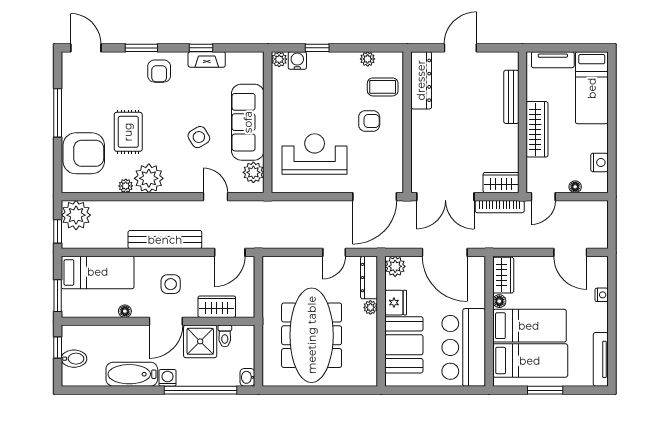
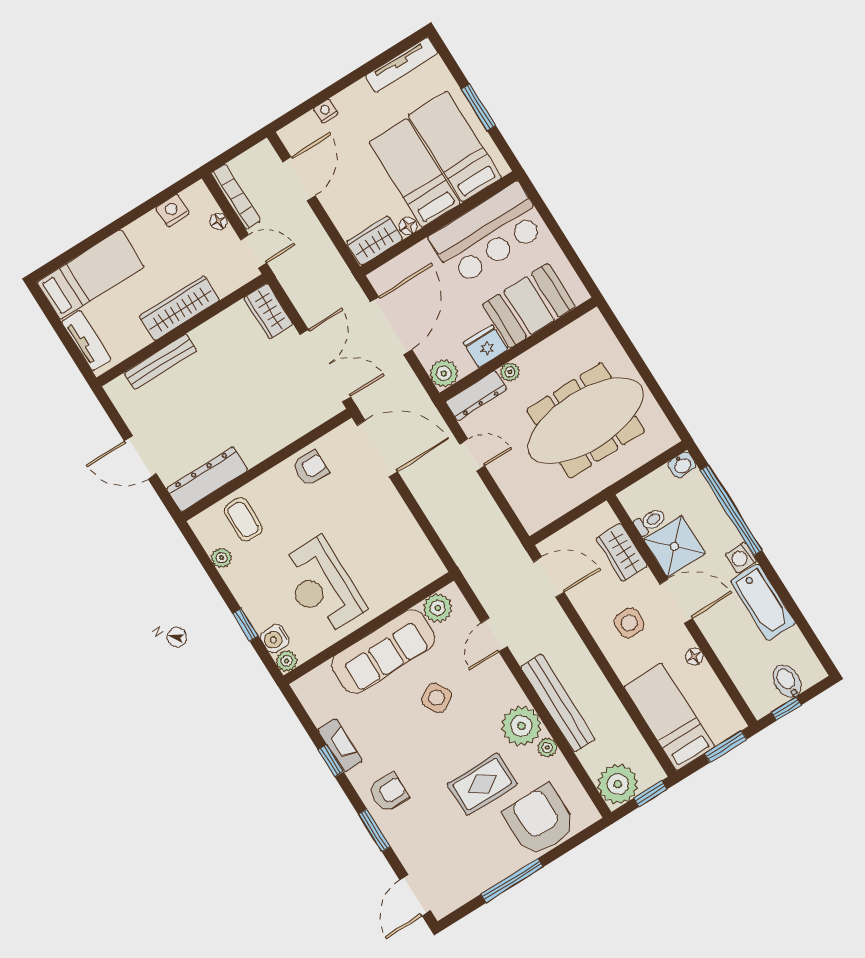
armchair: (369, 121) -> (310, 468), moved, turned 90
reception desk: (315, 154) -> (322, 586), moved
bookcase: (500, 207) -> (236, 197), moved
bench: (165, 240) -> (558, 703), moved

